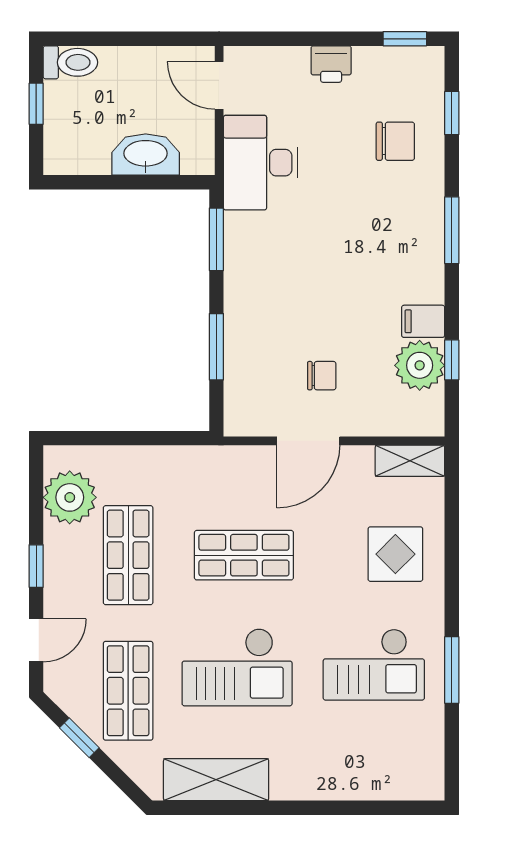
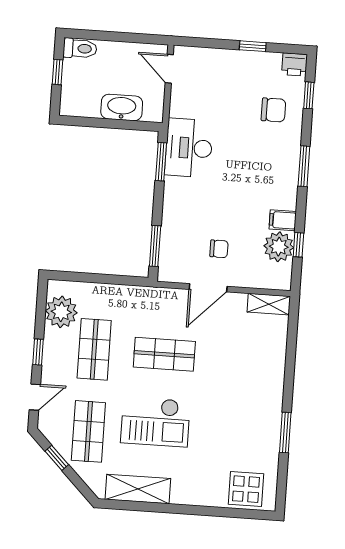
window: (405, 39) -> (253, 46), moved
printer: (331, 64) -> (295, 64), moved
desk: (261, 163) -> (189, 148), moved
window: (216, 347) -> (155, 246), moved
display table: (395, 554) -> (246, 489), moved
checkout: (374, 665) -> (238, 426), removed

